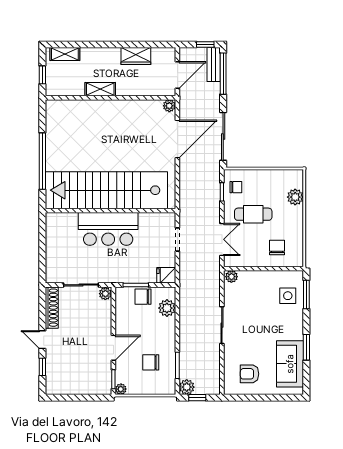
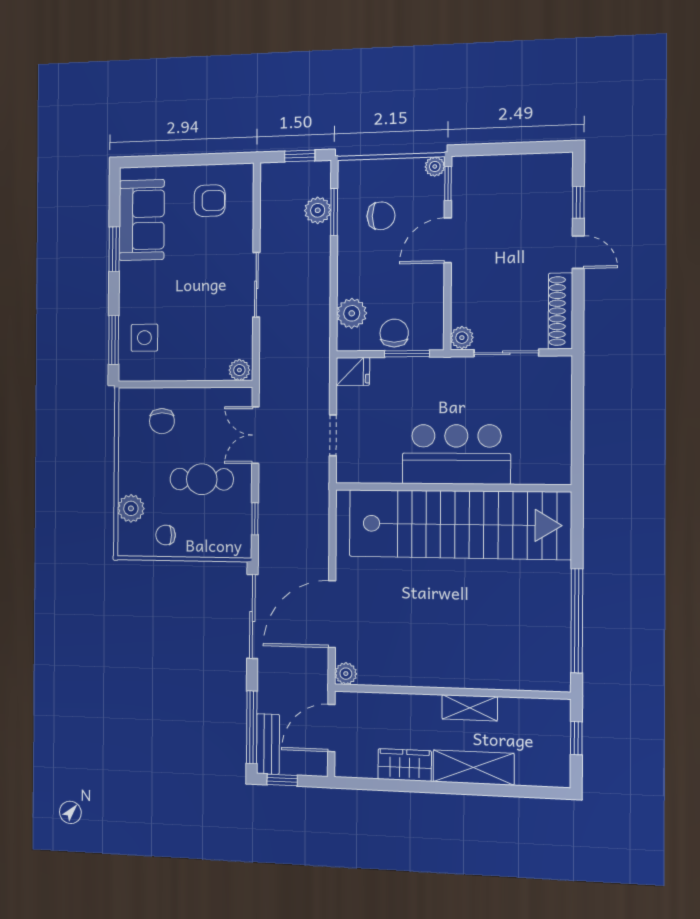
shelving: (65, 54) -> (474, 768), moved, width x1.50, depth x1.33
window: (42, 161) -> (577, 621), moved
chair: (236, 187) -> (166, 535), moved
chair: (143, 297) -> (394, 333), turned -90
plant: (187, 387) -> (318, 210), moved

